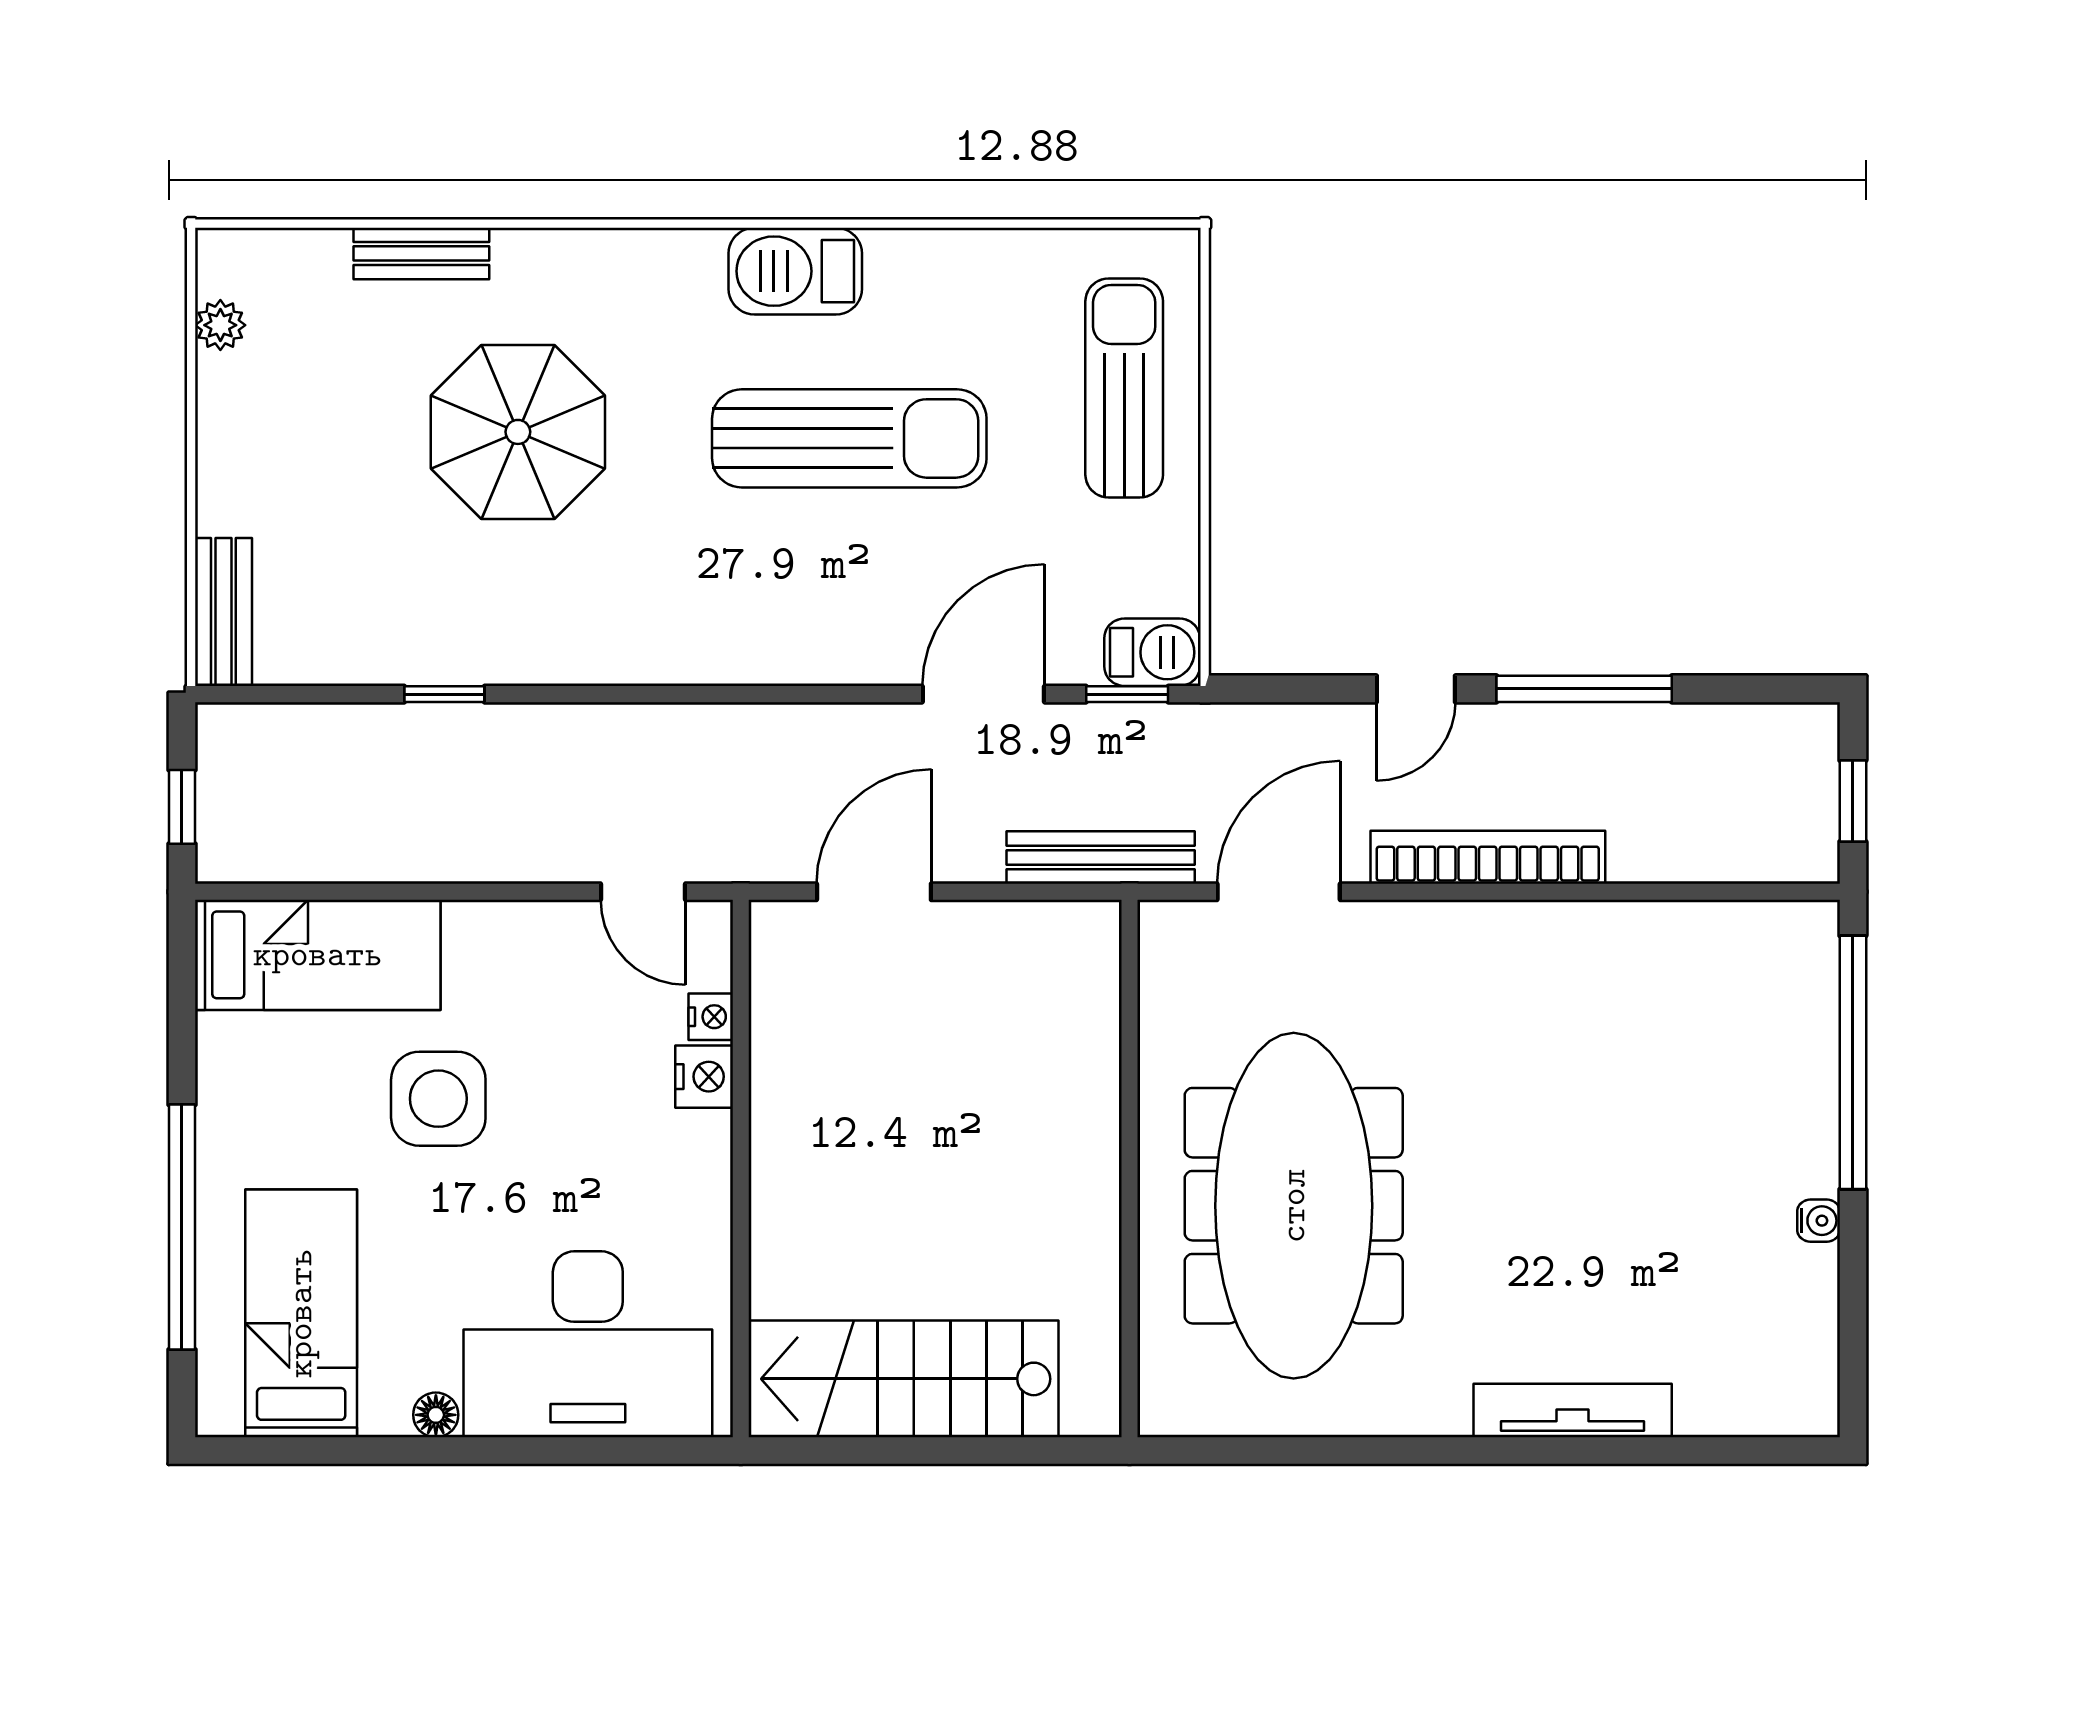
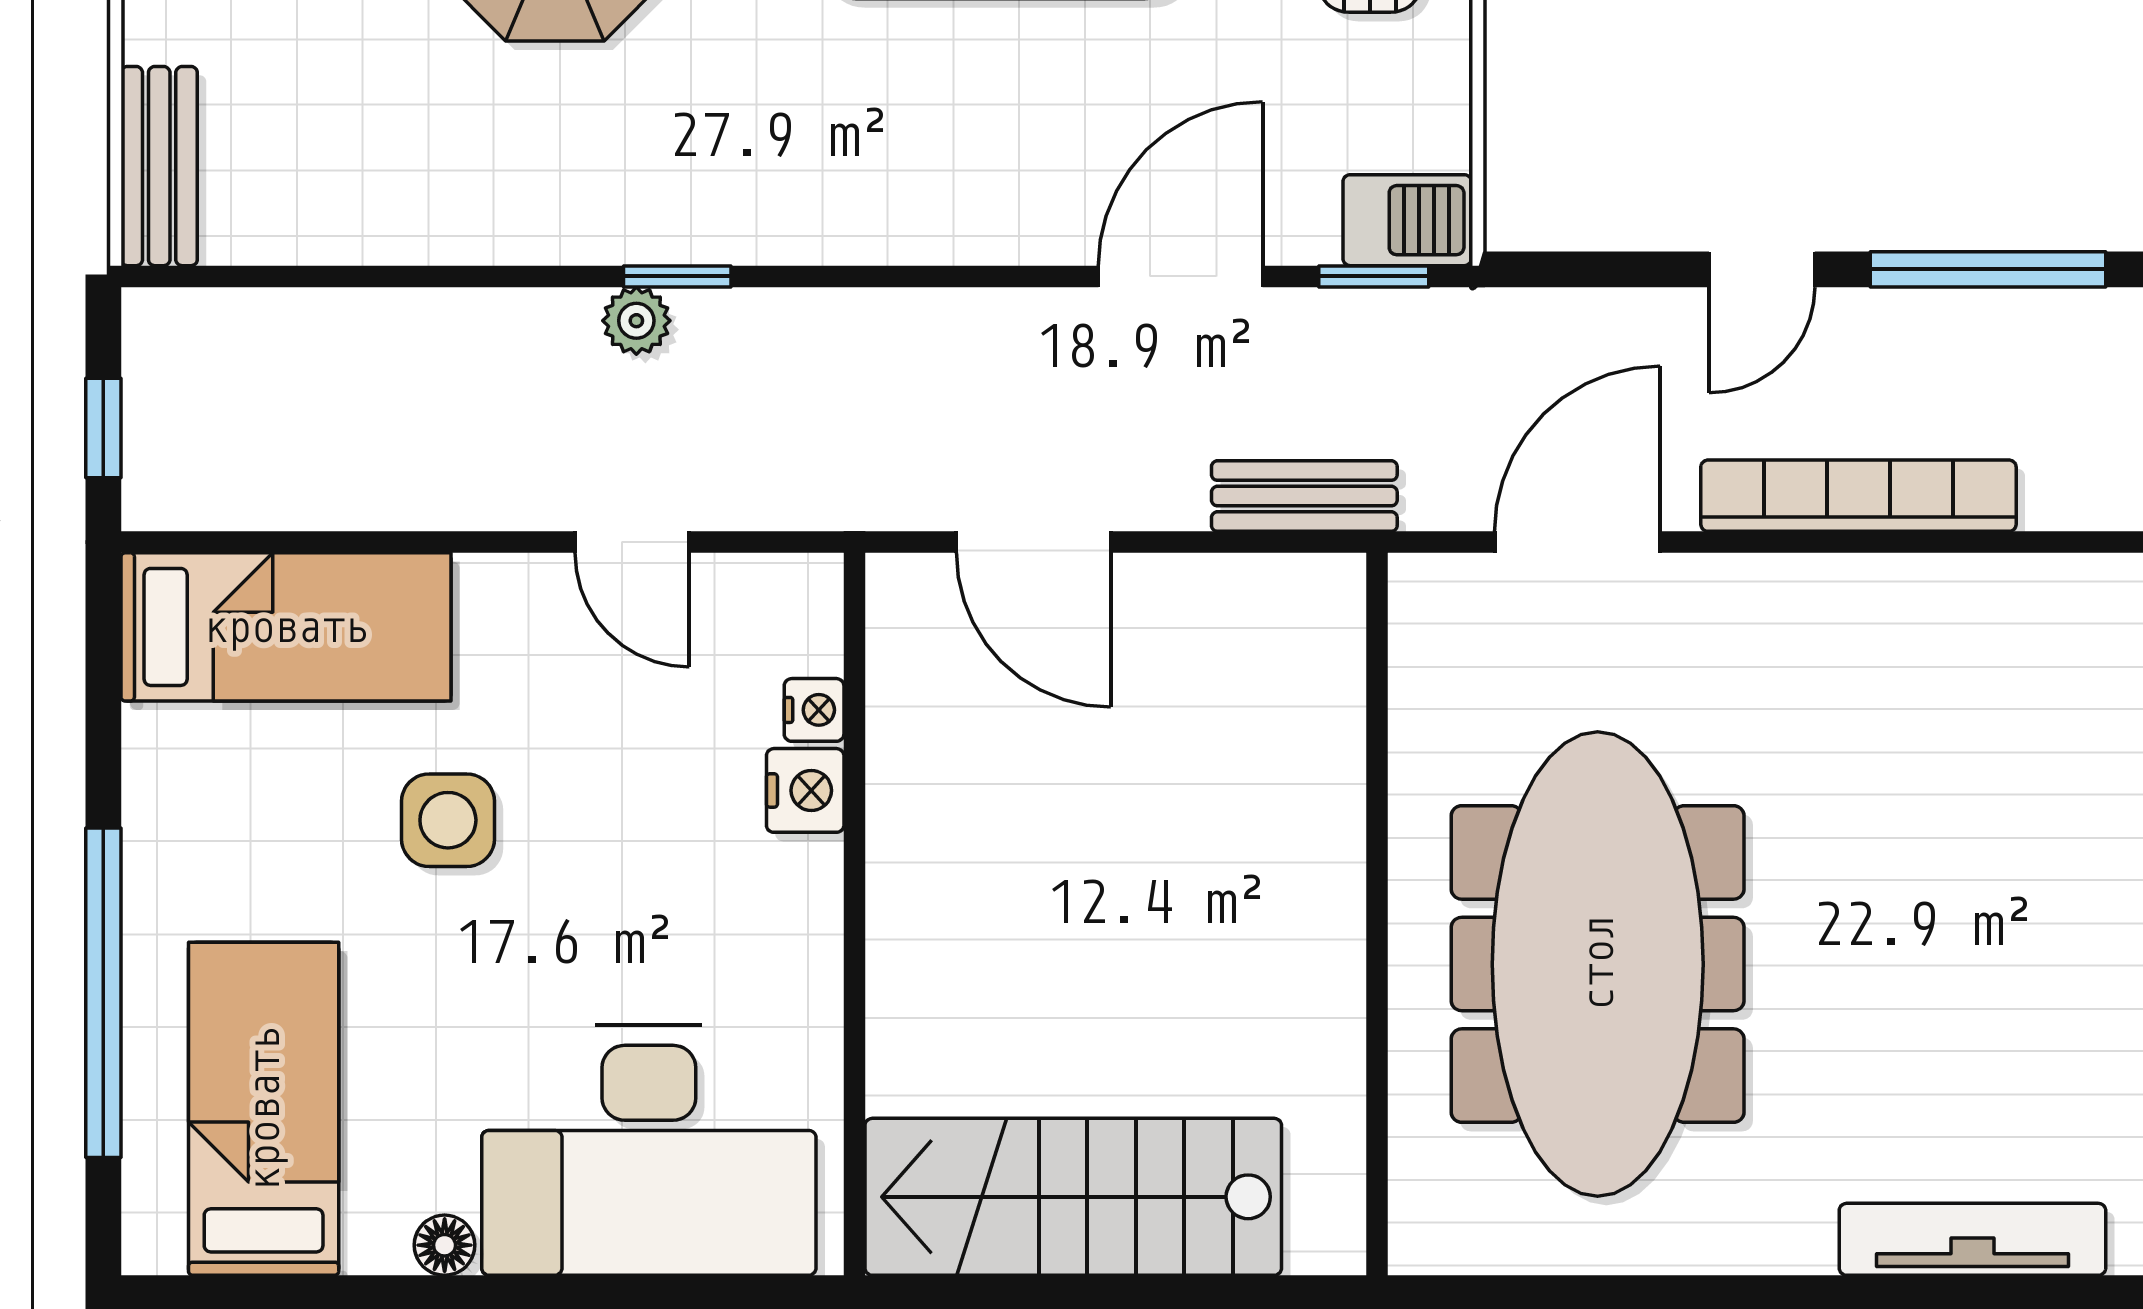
window: (444, 694) -> (677, 276), moved
plant: (579, 727) -> (636, 321), added
bench: (1101, 858) -> (1304, 496), width x0.73
door: (643, 892) -> (632, 542), moved
door: (874, 892) -> (1033, 542), swing flipped
side table: (438, 1099) -> (448, 820), width x0.73, depth x0.73

